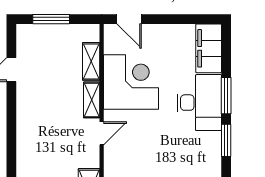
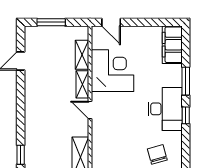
desk: (199, 103) -> (165, 109), moved
door: (102, 133) -> (90, 110), swing flipped
window: (226, 140) -> (186, 115), width x0.67

